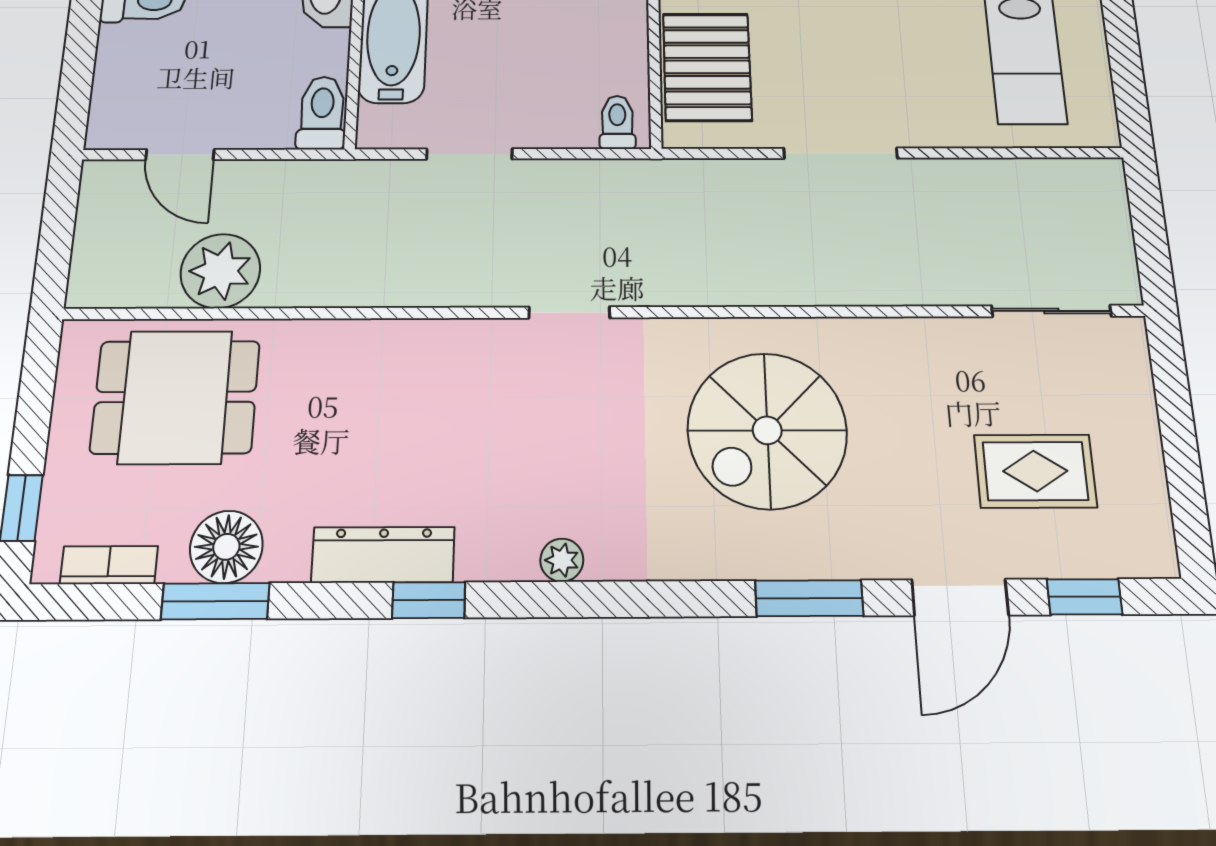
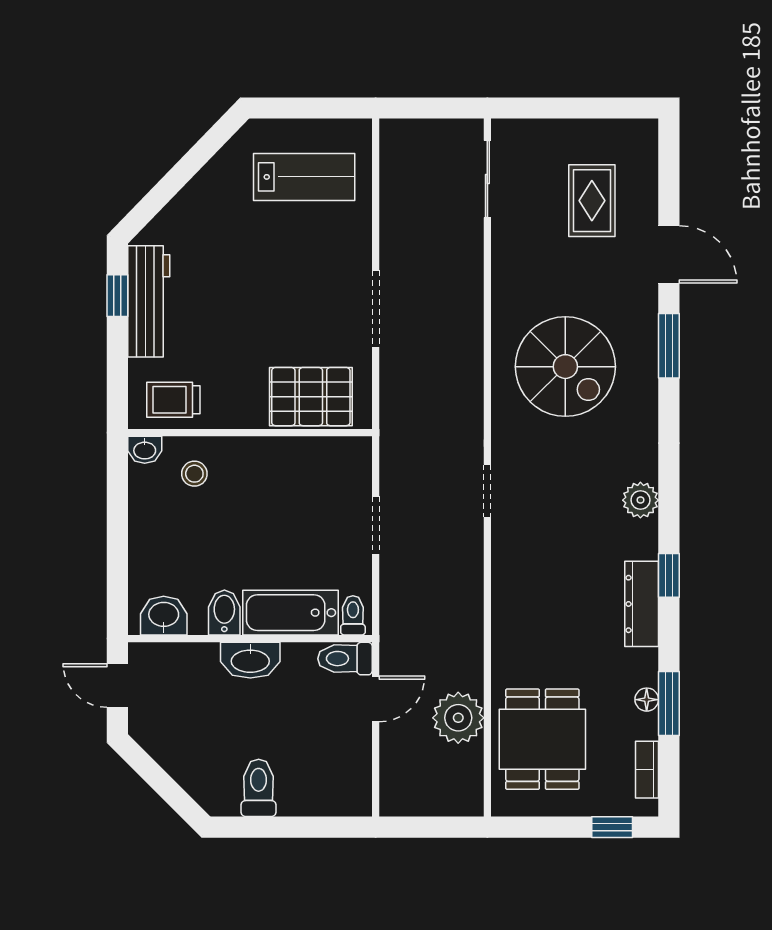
toilet: (617, 122) -> (353, 615), moved, turned 90
doorway: (469, 154) -> (376, 525), moved
door: (180, 155) -> (376, 699), moved
floor lamp: (226, 547) -> (647, 700), width x0.53, depth x0.53
plant: (562, 560) -> (640, 500), width x1.38, depth x1.38
window: (1084, 597) -> (669, 179), removed

